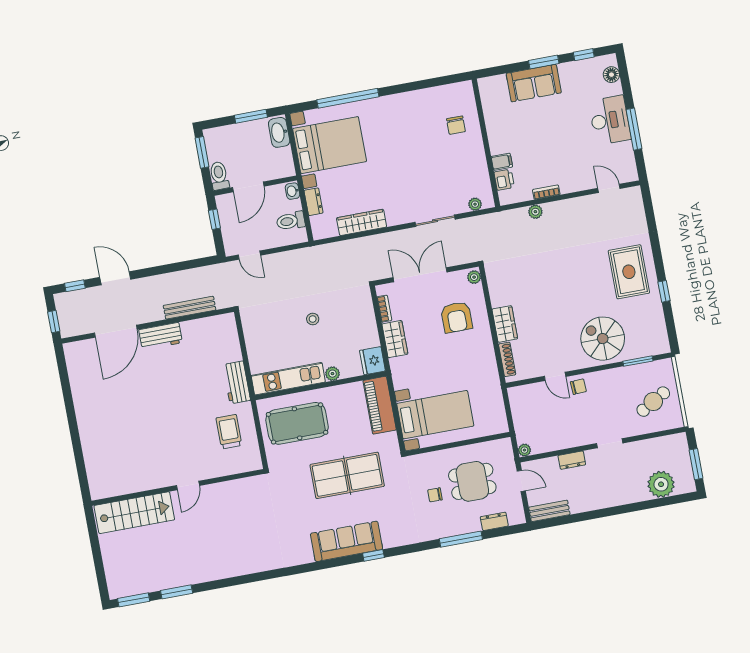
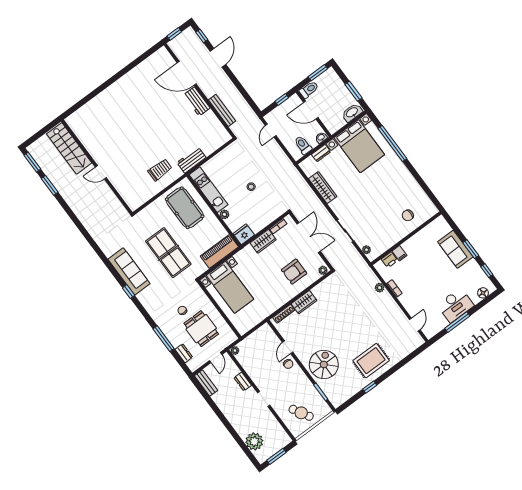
door: (188, 485) -> (101, 172), moved
wall: (178, 487) -> (97, 167), moved
stairs: (134, 513) -> (69, 148), moved

